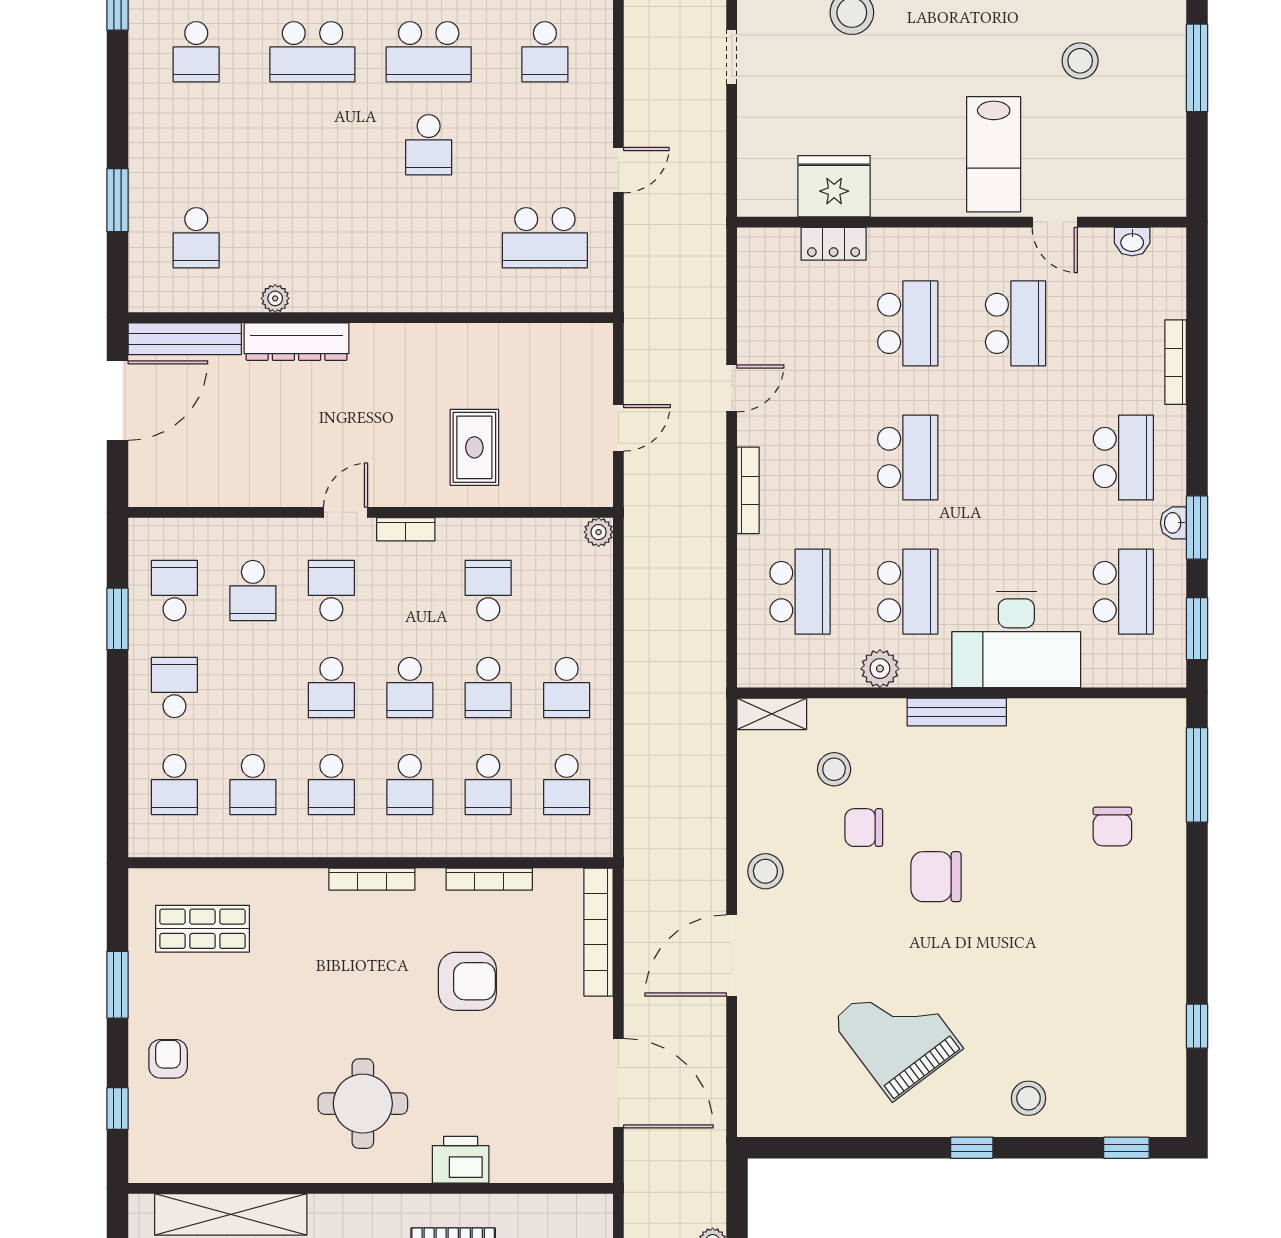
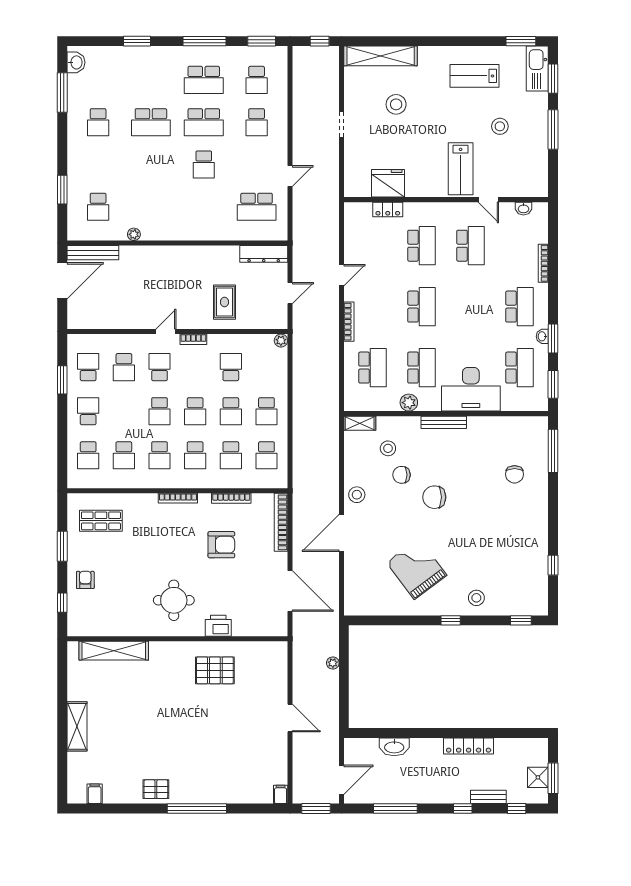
dresser: (297, 342) -> (264, 254), moved

